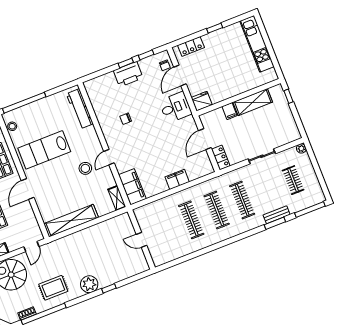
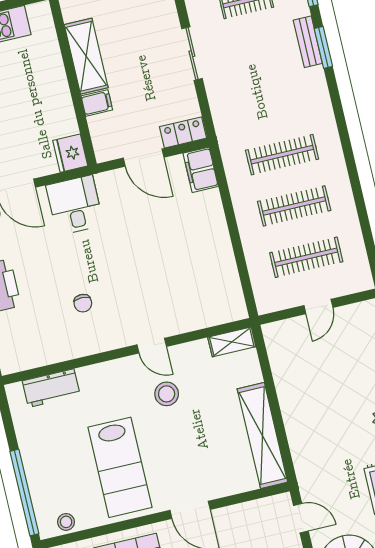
workbench: (80, 109) -> (51, 388), width x0.73
filing cabinet: (177, 179) -> (201, 170), moved
filing cabinet: (132, 187) -> (215, 309), removed
clothes rail: (242, 200) -> (306, 257), moved

